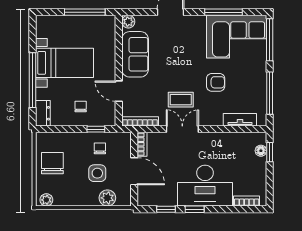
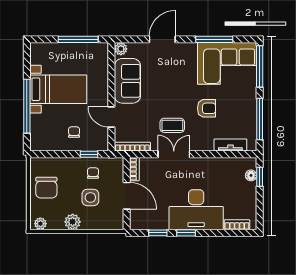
dresser: (43, 113) -> (37, 139), removed
chair: (52, 163) -> (46, 188), turned 180
plant: (107, 198) -> (73, 222), moved

